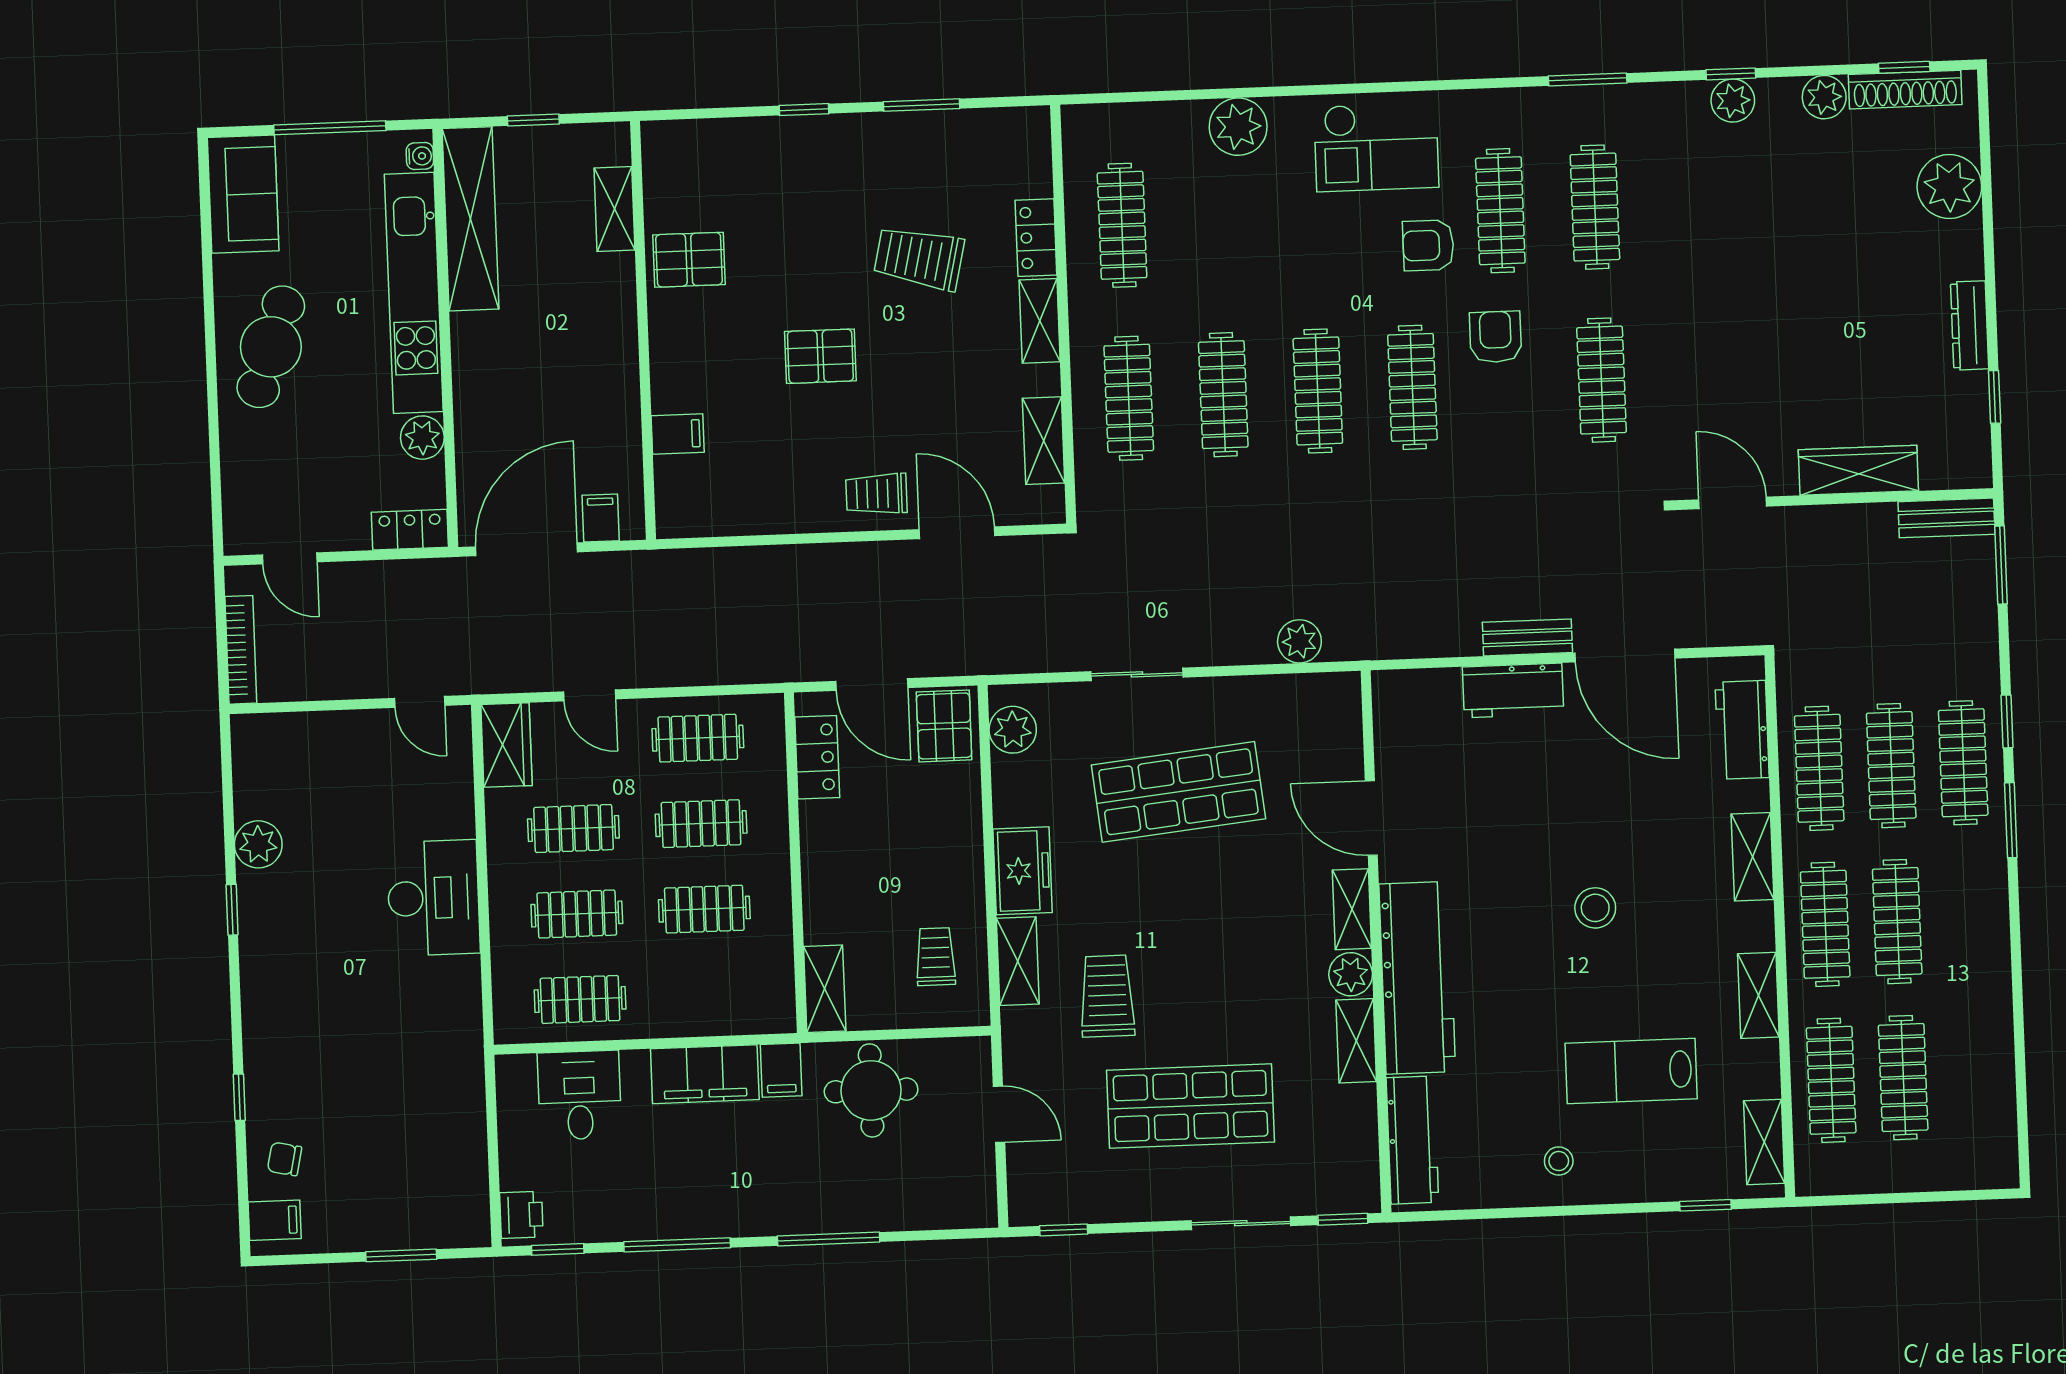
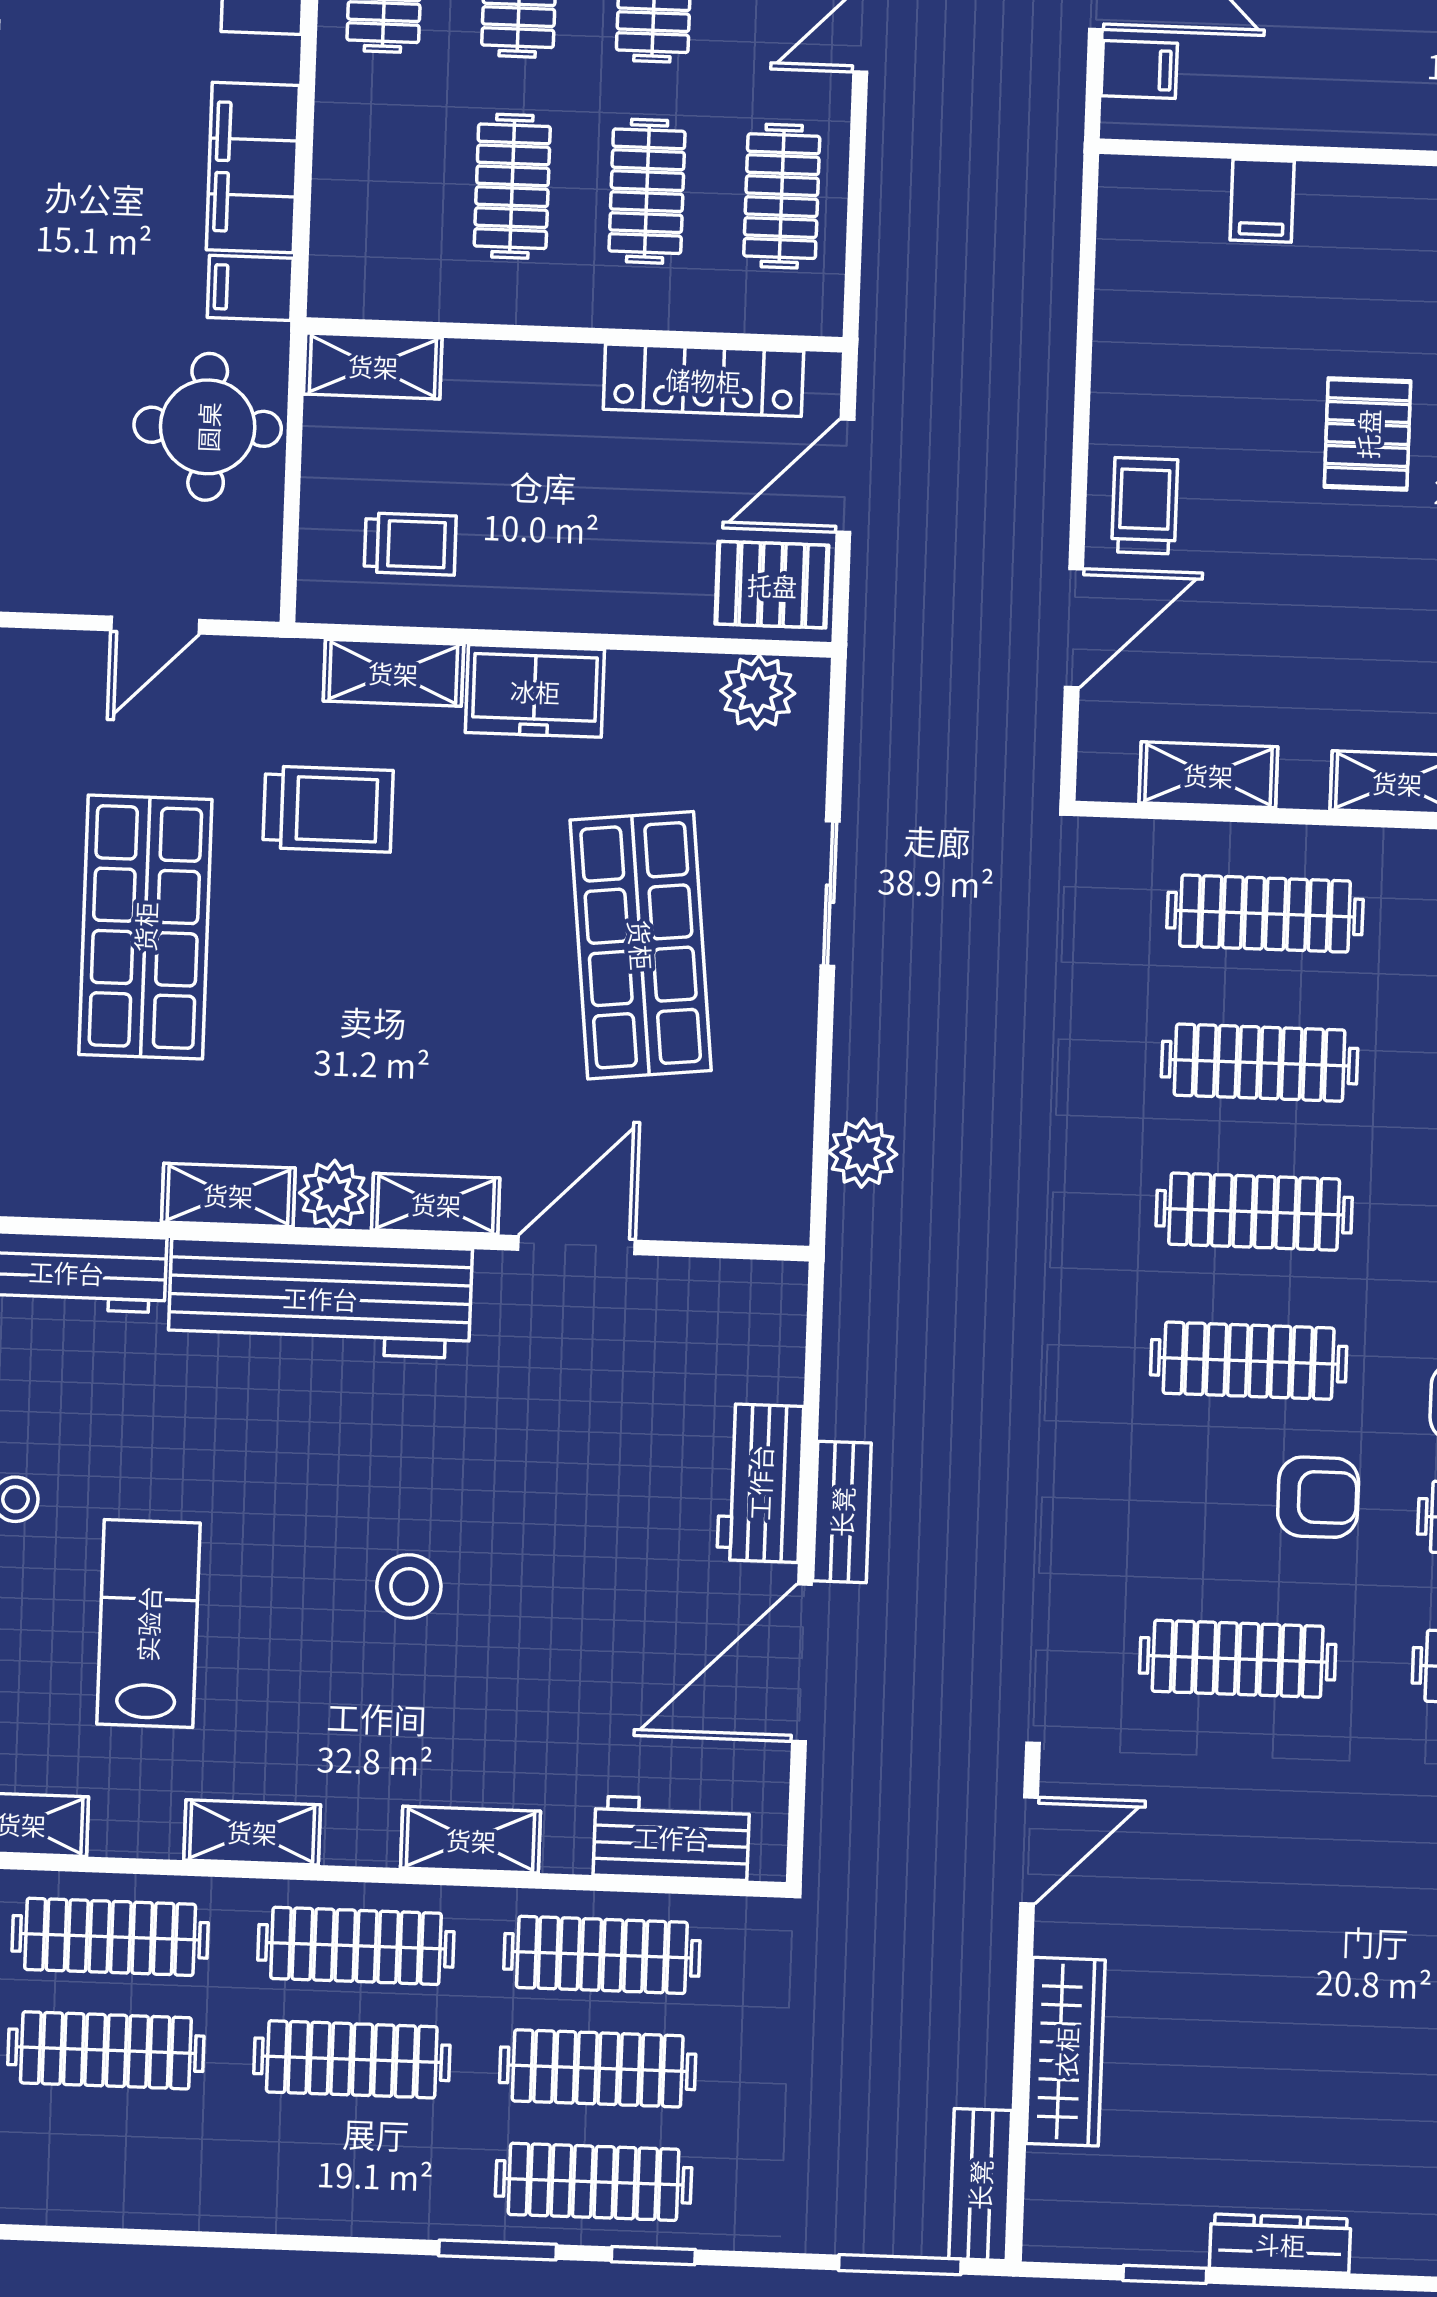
locker: (817, 757) -> (703, 380), width x1.53

